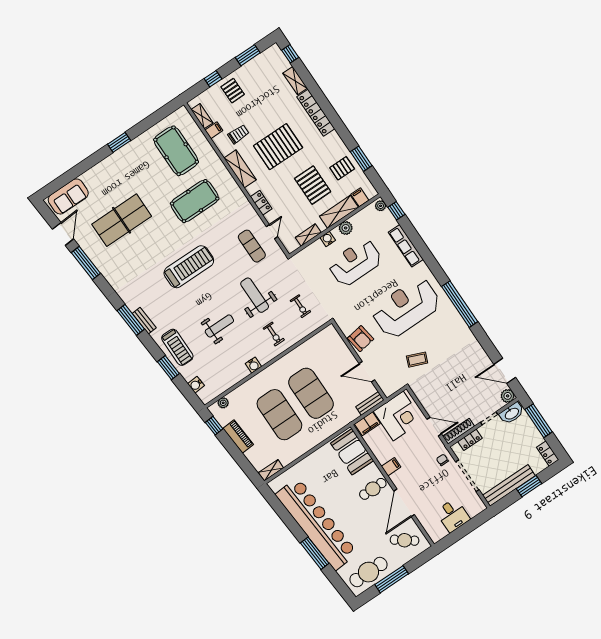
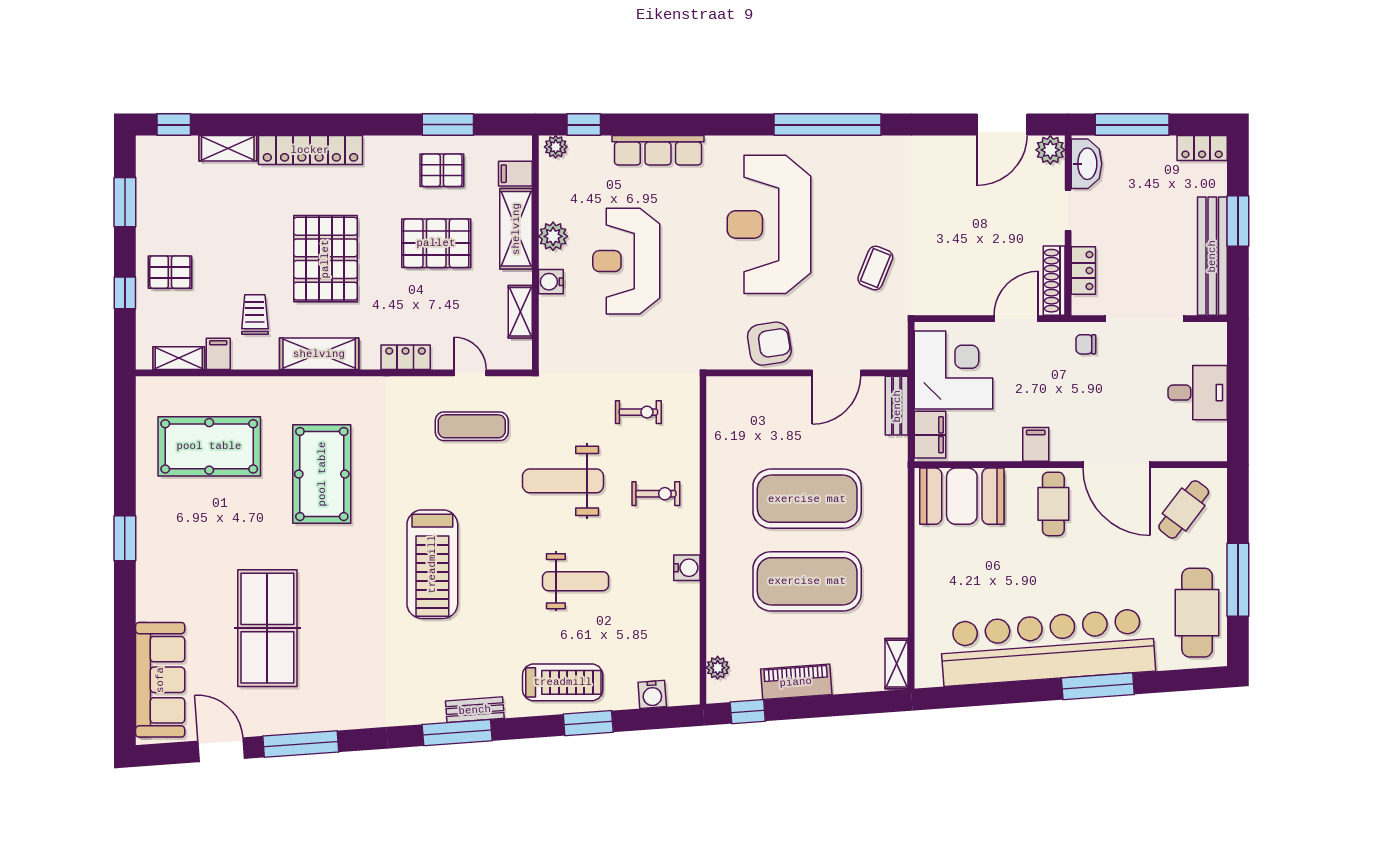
pallet: (342, 168) -> (442, 170), turned 90
sofa: (68, 196) -> (160, 680), width x1.36
treadmill: (189, 267) -> (432, 564), turned 180
weight bench: (219, 326) -> (576, 581), turned 90

